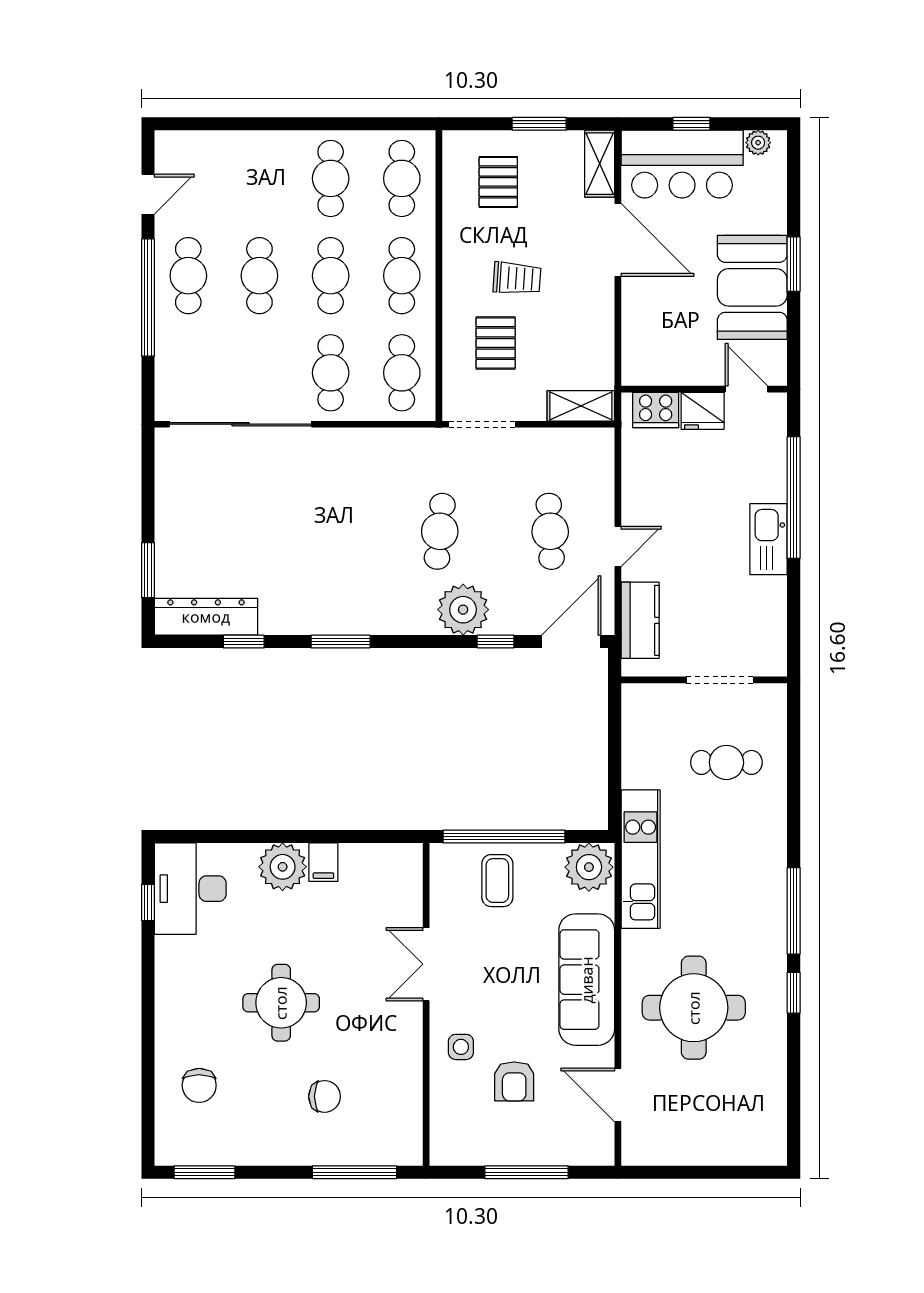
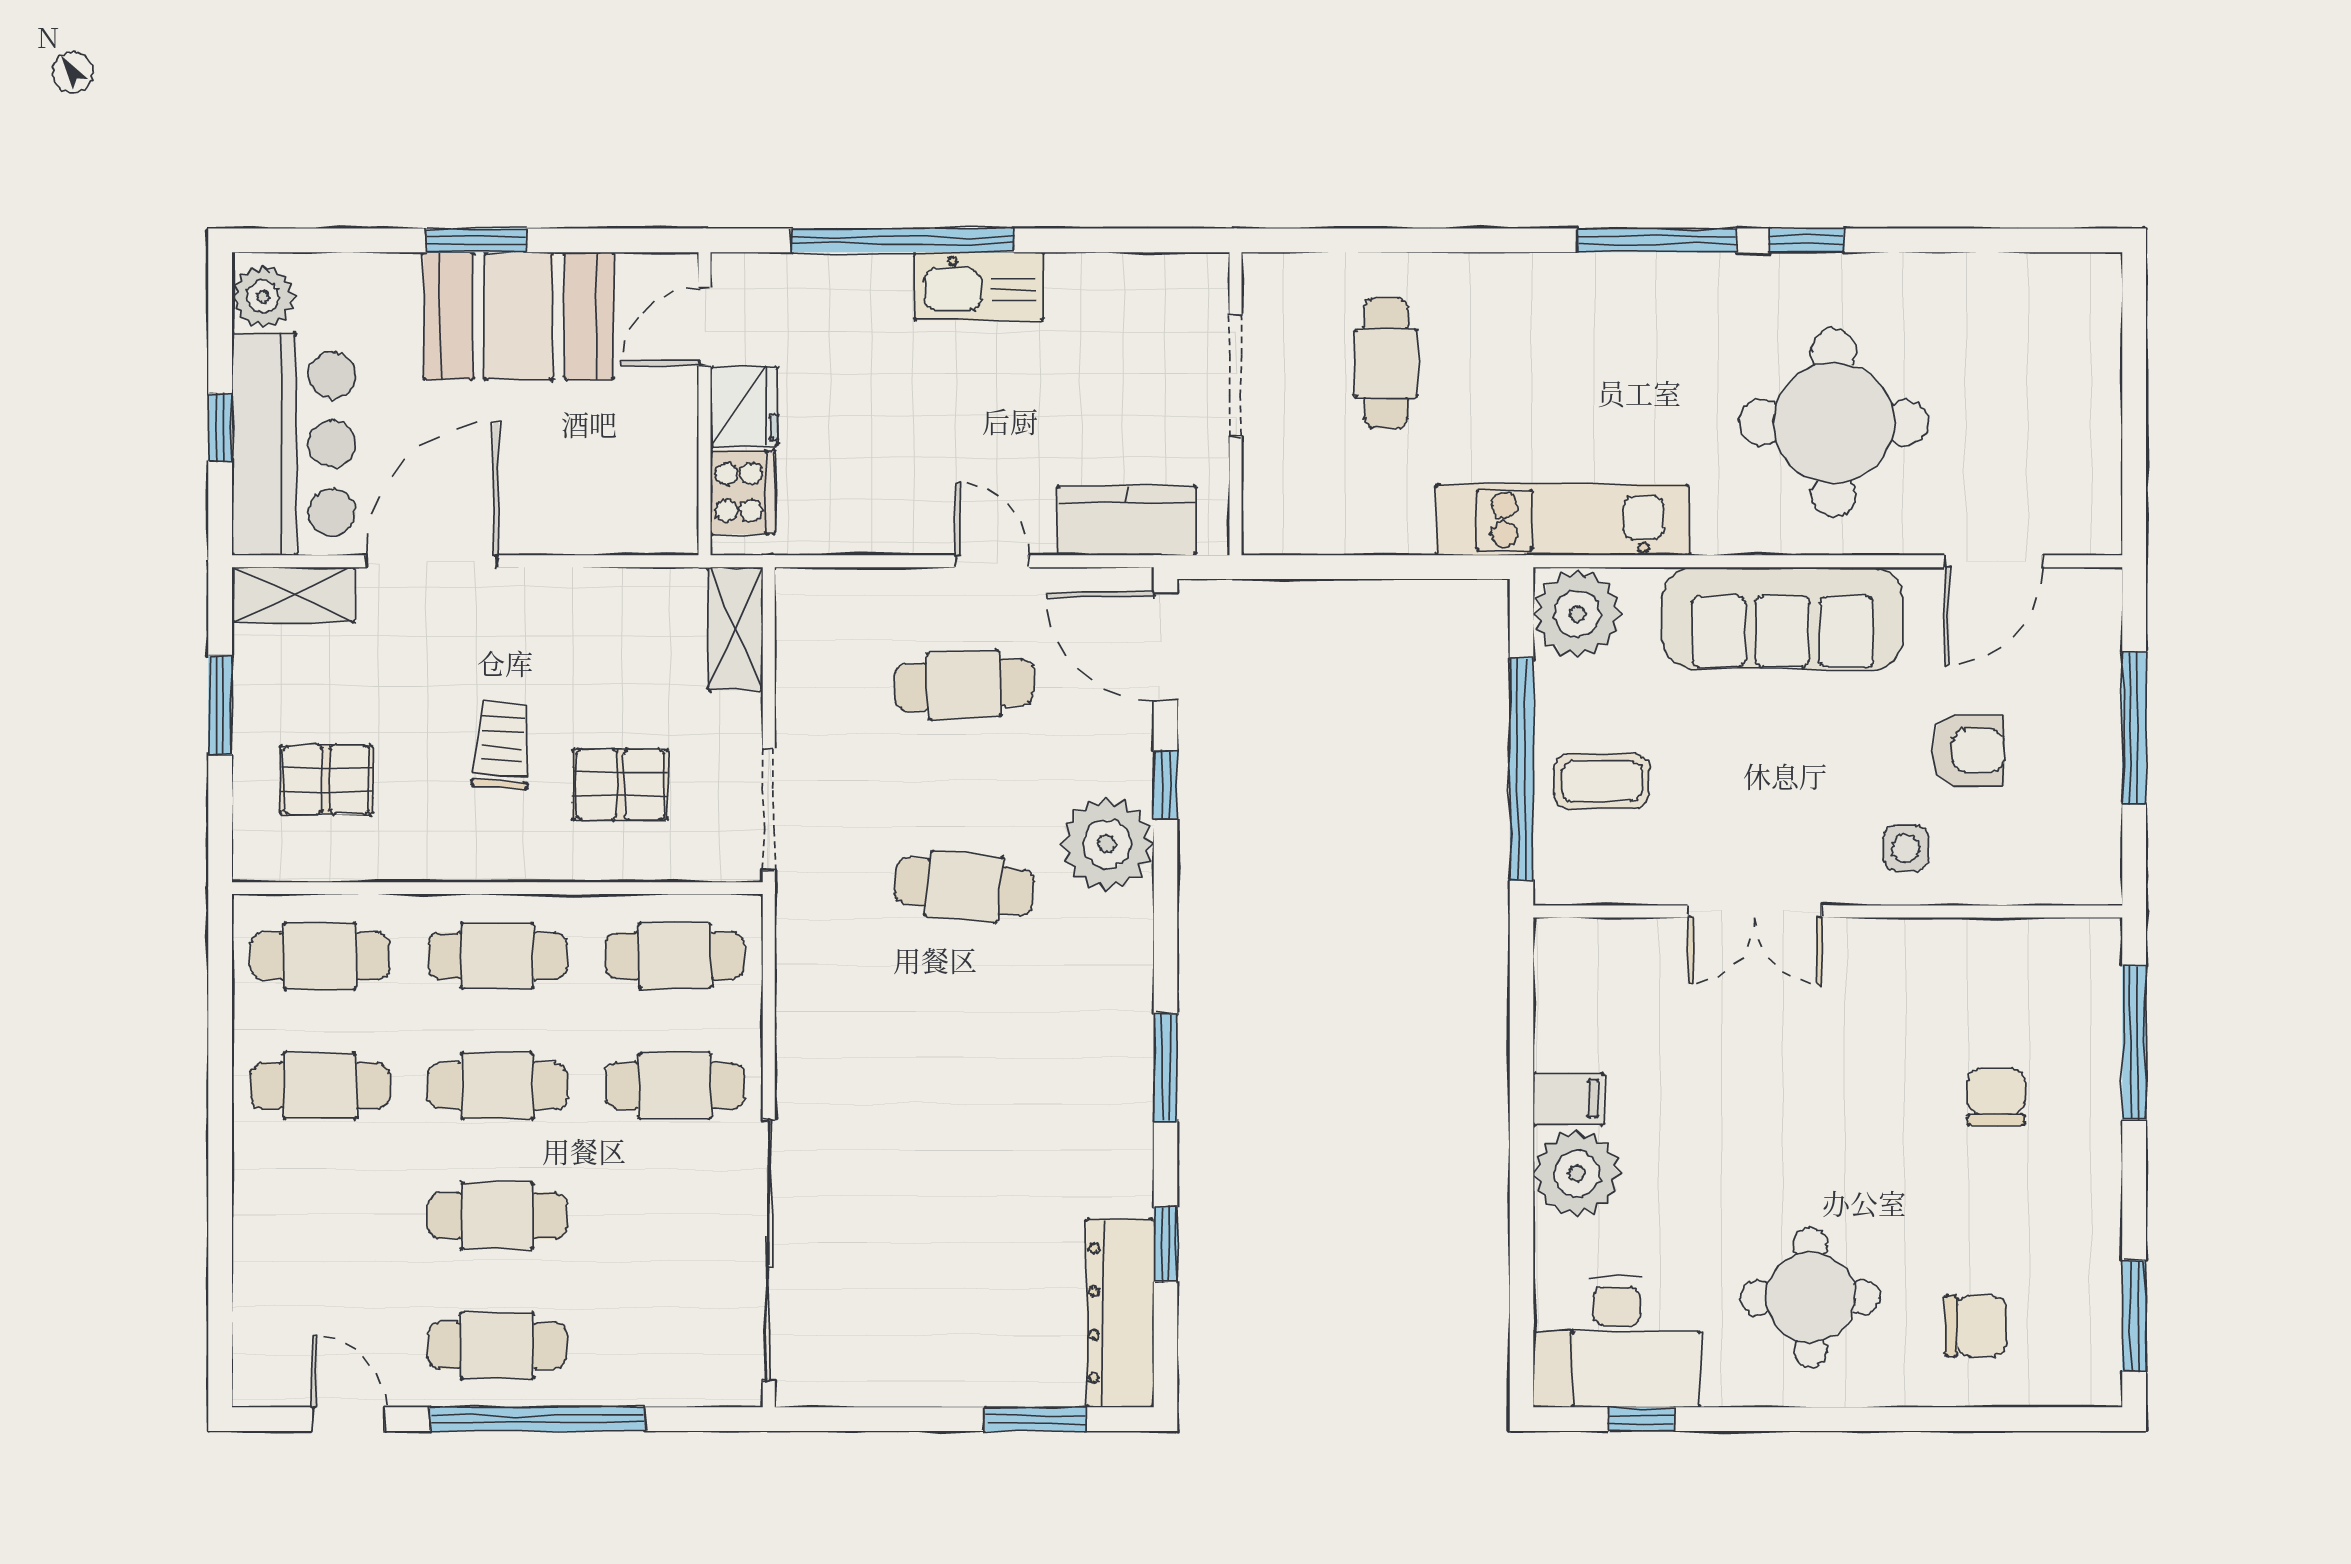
plant: (758, 143) -> (263, 297), width x1.38, depth x1.38
round table: (281, 1003) -> (1810, 1297), moved

